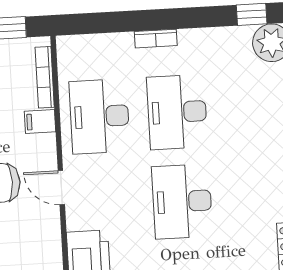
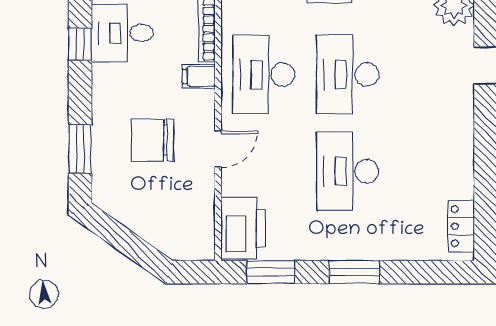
door: (61, 188) -> (218, 149), swing flipped

